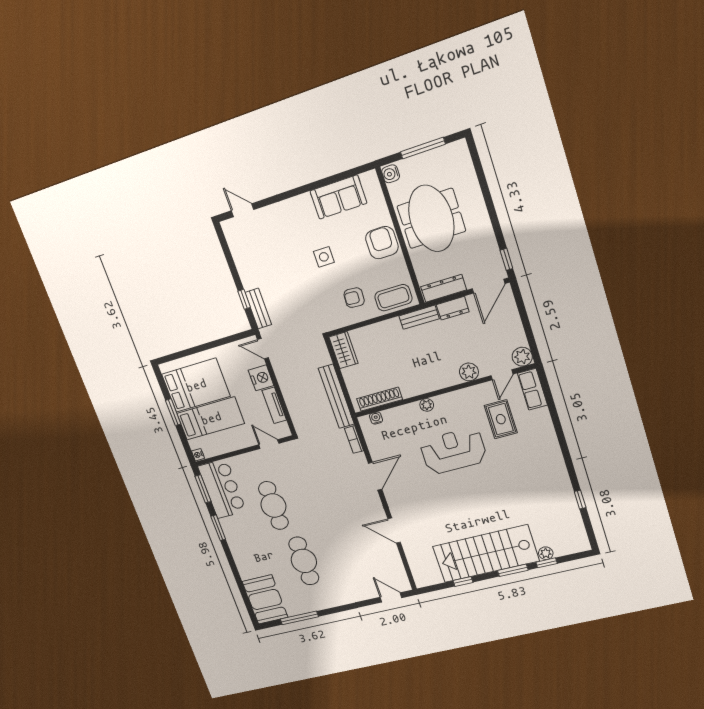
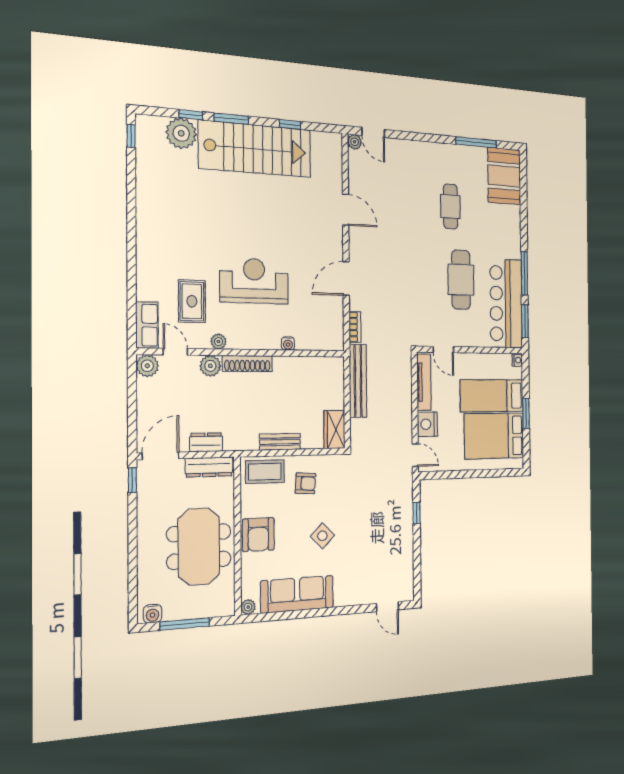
water cooler: (391, 174) -> (153, 614), moved, turned 90
plant: (371, 177) -> (248, 607), added
sofa: (338, 197) -> (297, 594), width x1.36
side table: (324, 257) -> (322, 536), turned 45
bench: (258, 308) -> (406, 499), removed
bench: (419, 317) -> (280, 442), moved
door: (502, 375) -> (175, 352), hinge flipped
shoe rack: (380, 399) -> (247, 364), moved
tv unit: (274, 405) -> (424, 382), width x1.41
plant: (427, 405) -> (218, 342), moved
water cooler: (376, 418) -> (288, 343), moved
reception desk: (453, 451) -> (254, 281), turned 180
bar counter: (222, 489) -> (506, 303), width x1.36
window: (580, 499) -> (131, 136), moved
window: (218, 528) -> (524, 273), width x1.44
plant: (546, 553) -> (181, 133), width x1.87, depth x1.87
cafe table: (304, 561) -> (450, 207), width x0.73, depth x0.74
plant: (404, 585) -> (355, 142), added

